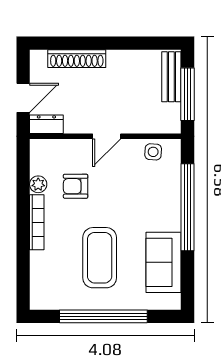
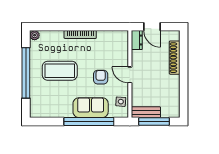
bench: (171, 77) -> (146, 112), moved
plant: (38, 184) -> (35, 35), moved
armchair: (76, 186) -> (101, 77), moved
sofa: (164, 262) -> (91, 108), moved

